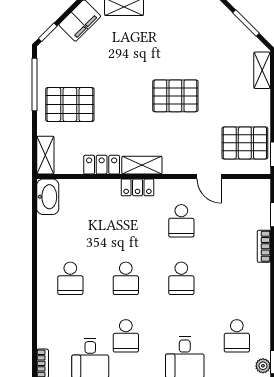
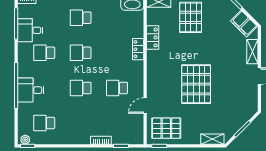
pallet: (175, 96) -> (196, 84), width x1.37, depth x1.41
pallet: (245, 143) -> (166, 128), turned 90
shelving: (142, 165) -> (152, 63), removed
locker: (138, 187) -> (138, 49), moved

